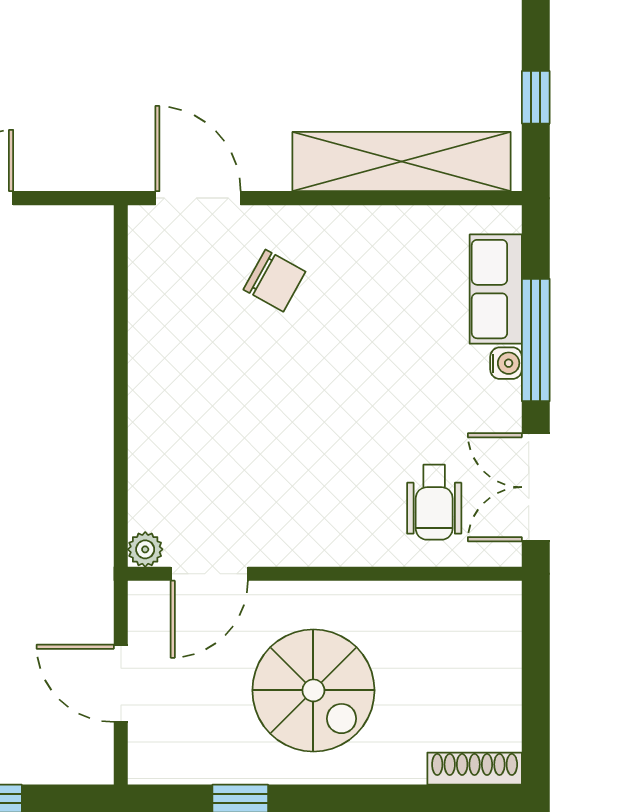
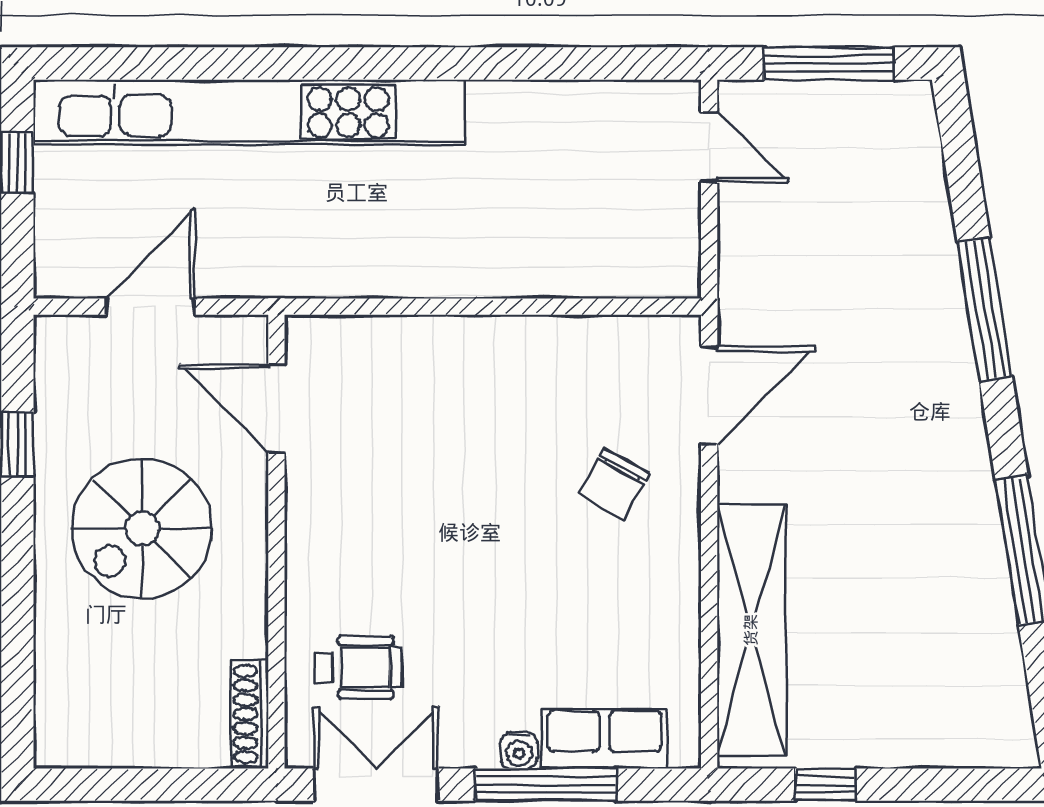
wheelchair: (434, 502) -> (359, 668), turned 180
plant: (145, 549) -> (304, 335), removed
shoe rack: (475, 769) -> (250, 714), moved, turned 180

